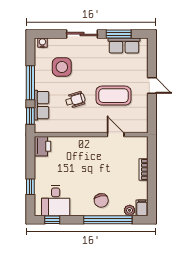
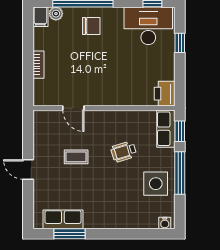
sliding door: (82, 34) -> (115, 234), removed
side table: (62, 67) -> (156, 184), moved
coffee table: (113, 96) -> (76, 157), width x0.54, depth x0.58
row of seats: (42, 105) -> (166, 129), moved
chair: (101, 200) -> (91, 26), turned 102
desk: (56, 201) -> (148, 26), width x1.37

